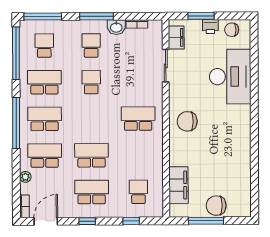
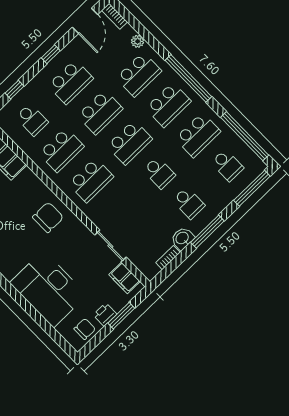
school desk: (91, 119) -> (130, 142), added
school desk: (138, 155) -> (61, 150), added

